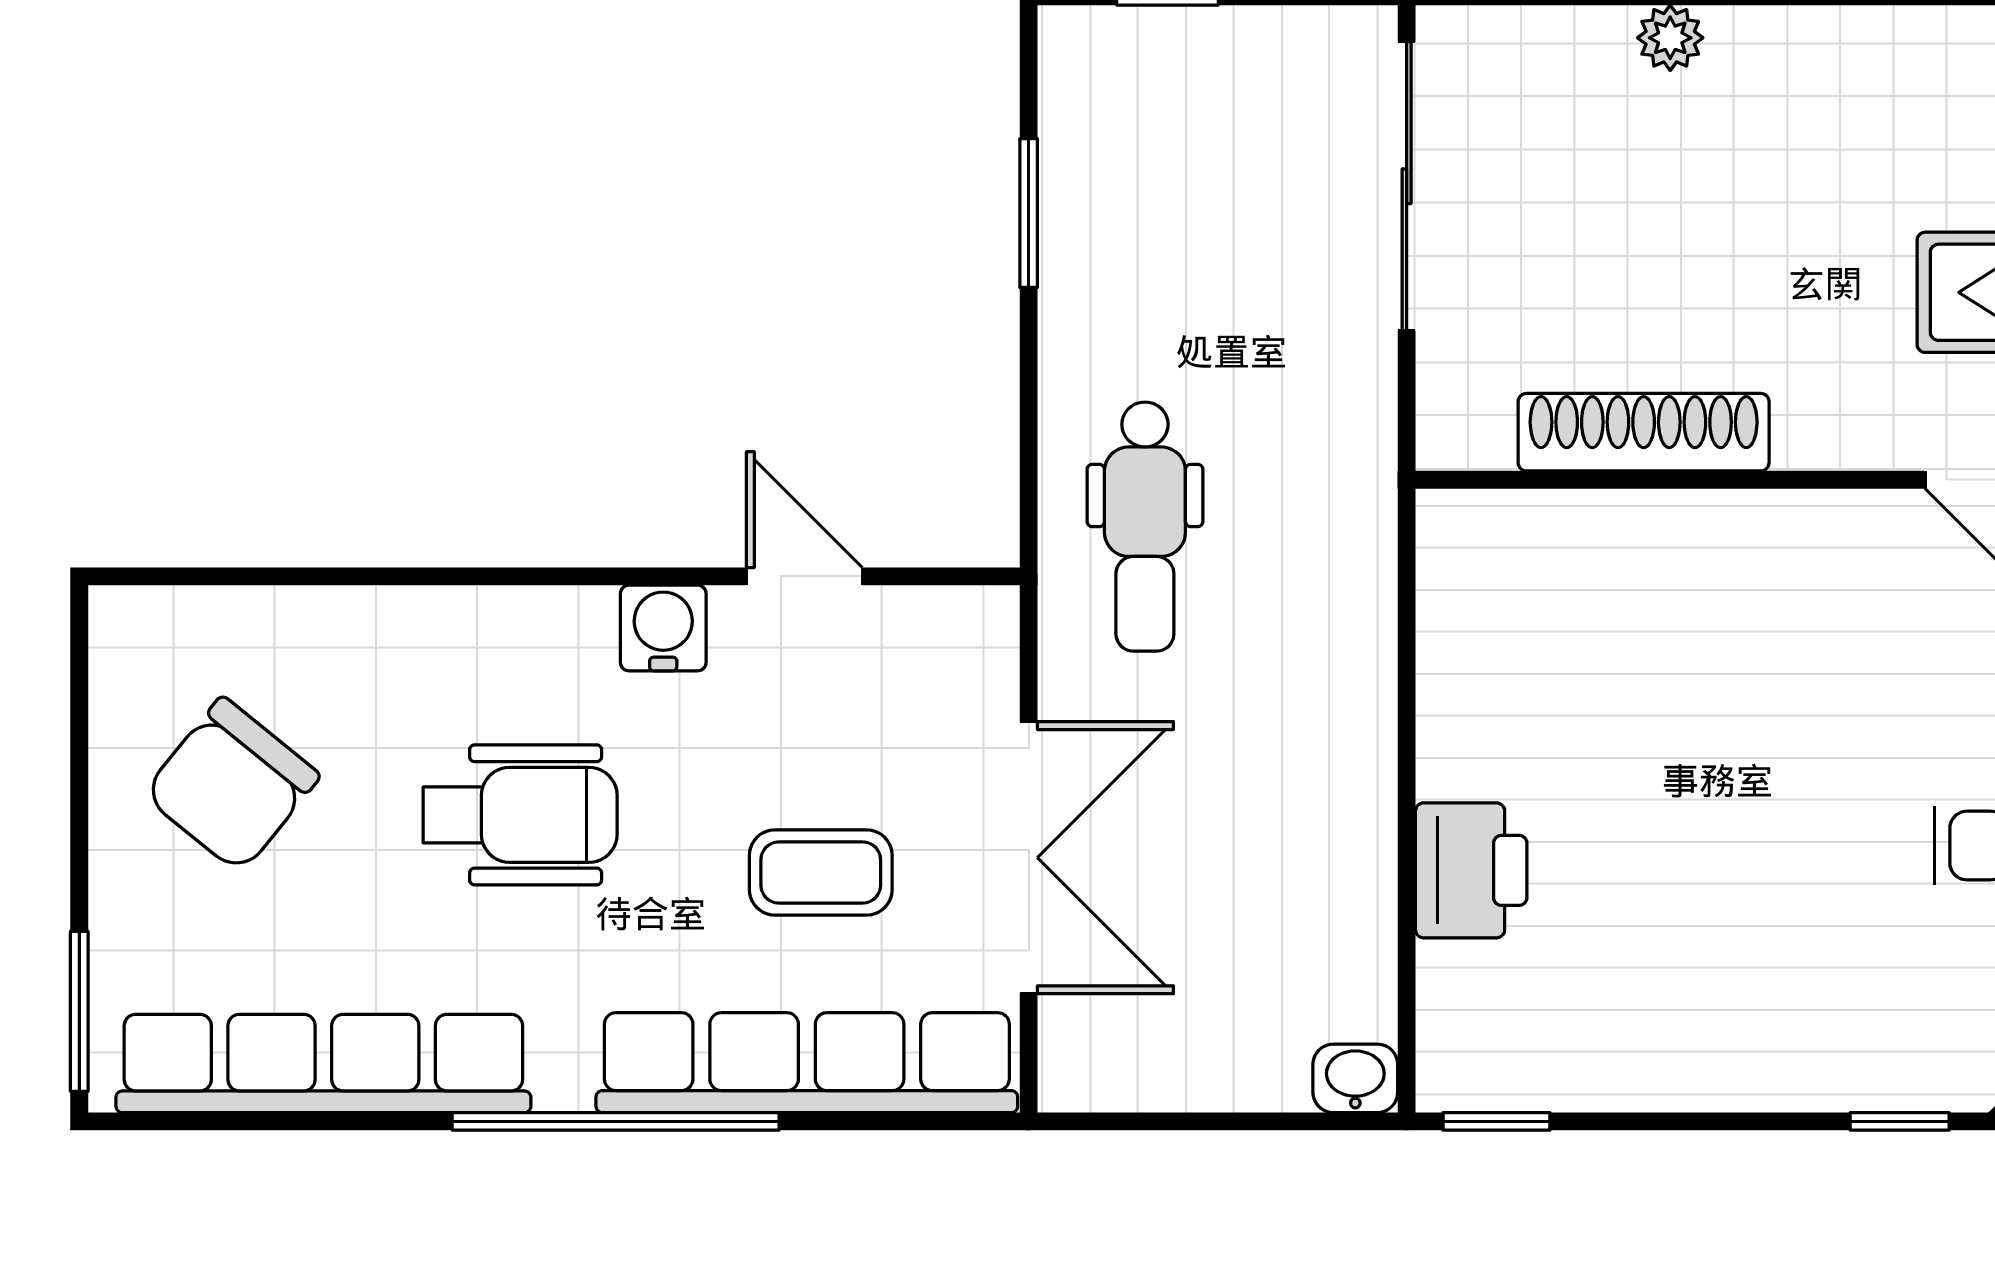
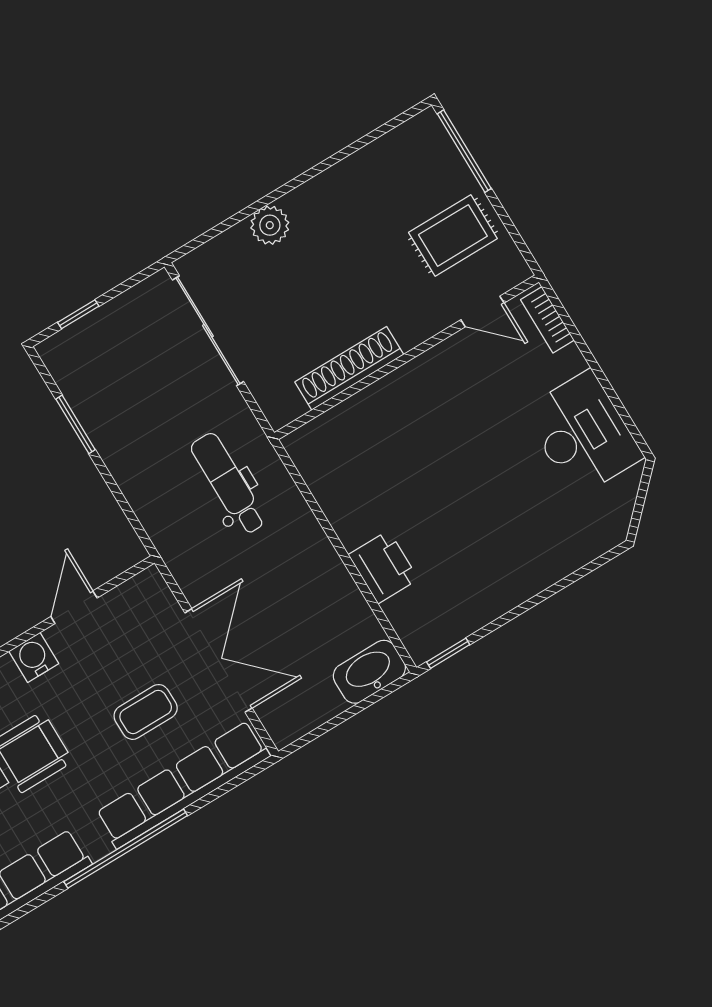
plant: (1670, 38) -> (270, 225), width x1.38, depth x1.38
dental chair: (1145, 527) -> (228, 484), moved, turned 180
door: (804, 576) -> (74, 607), hinge flipped
washbasin: (1355, 1078) -> (369, 672), width x1.91, depth x1.45
window: (1900, 1121) -> (596, 564), removed

